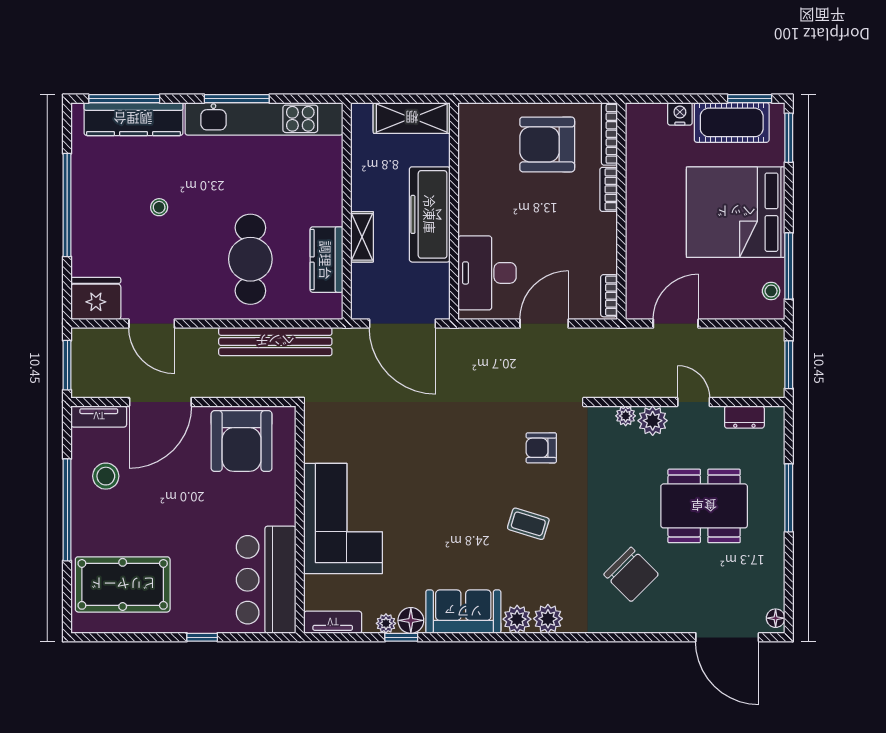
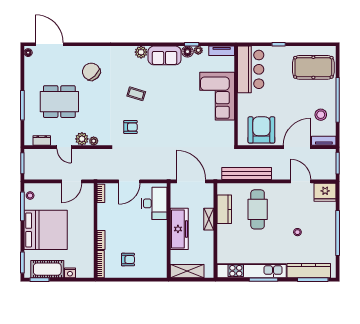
armchair: (547, 144) -> (128, 260), width x0.53, depth x0.53
plant: (548, 619) -> (128, 52), removed

